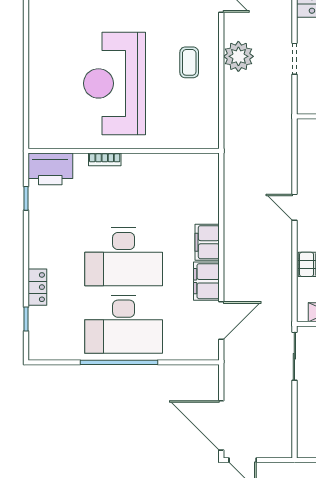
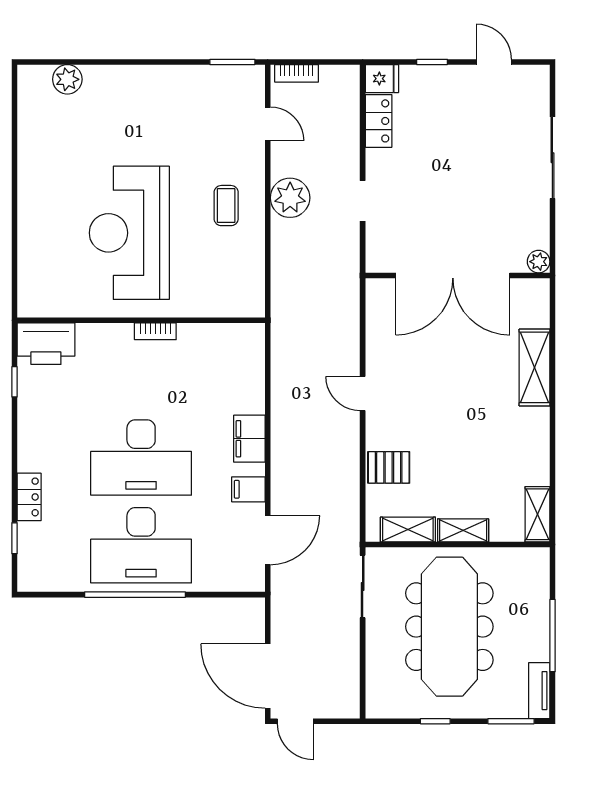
bookcase: (105, 159) -> (155, 331), moved
filing cabinet: (206, 281) -> (248, 489), width x0.50

